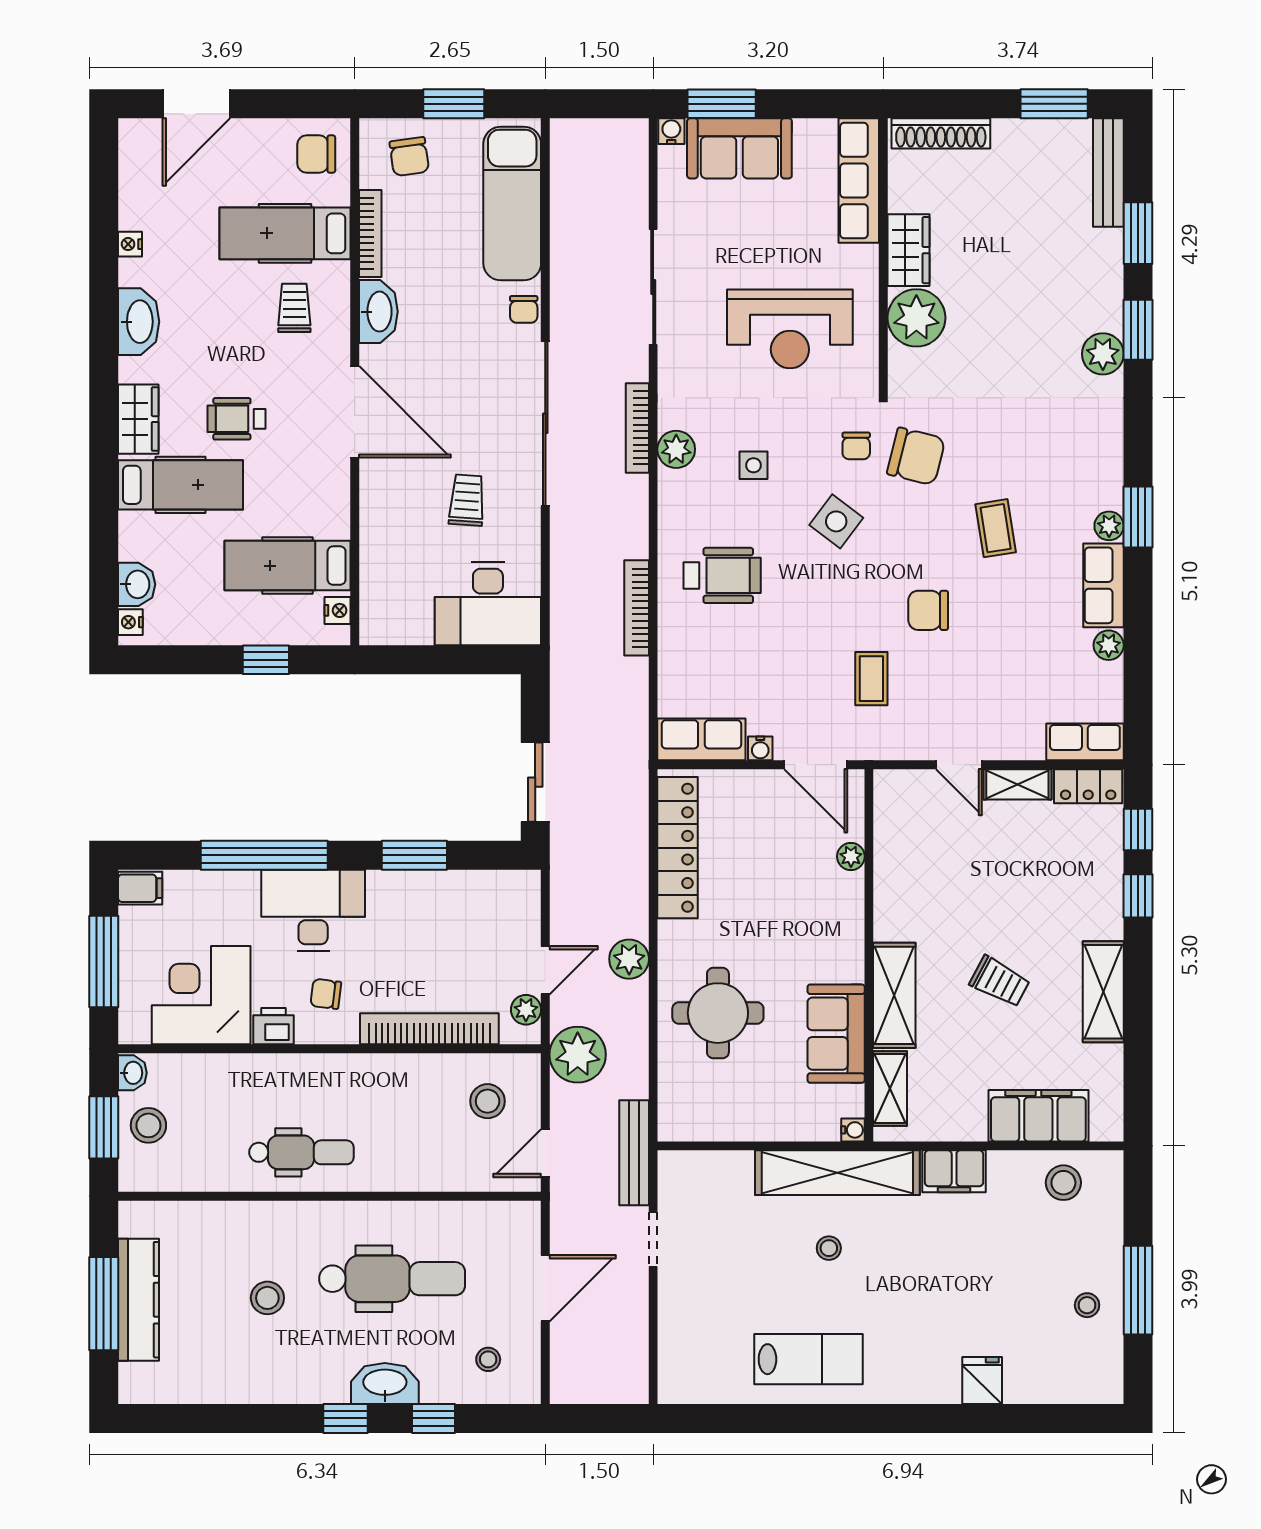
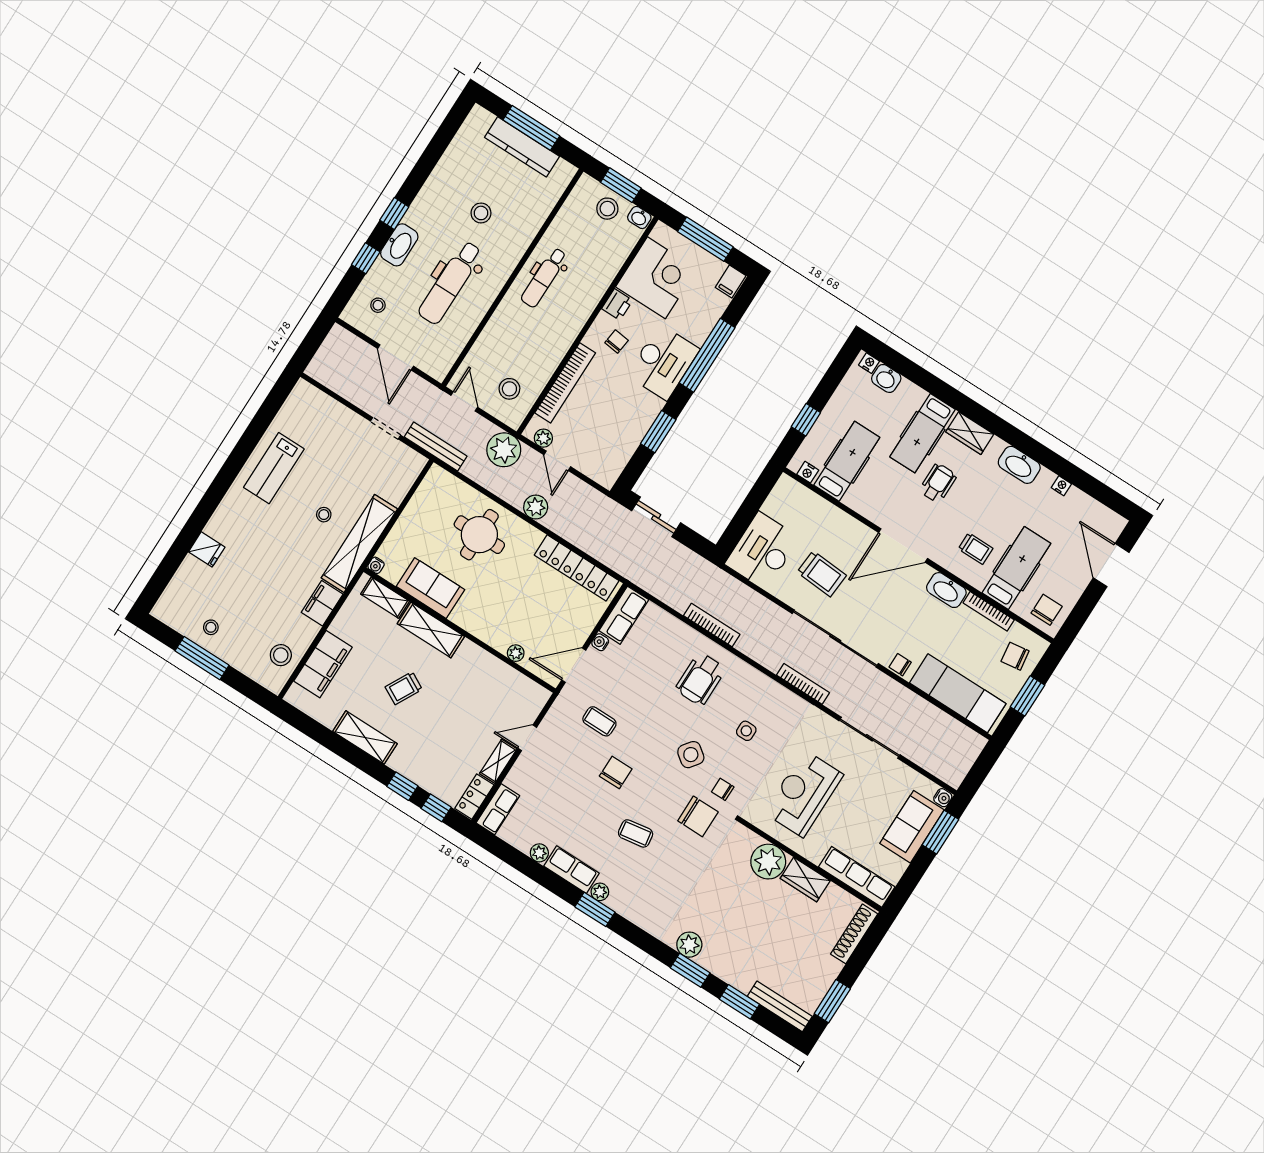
plant: (676, 449) -> (779, 697), removed
chair: (916, 456) -> (698, 816), turned -104
trolley: (467, 500) -> (822, 574), width x1.36, depth x1.39

